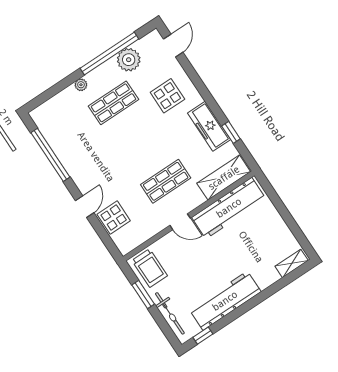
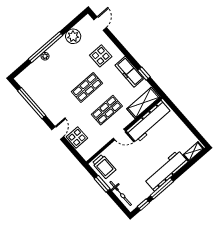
window: (109, 54) -> (45, 47), moved
shop shelf: (114, 103) -> (87, 88), moved
workbench: (225, 301) -> (166, 170), moved
window: (235, 314) -> (162, 188), added

